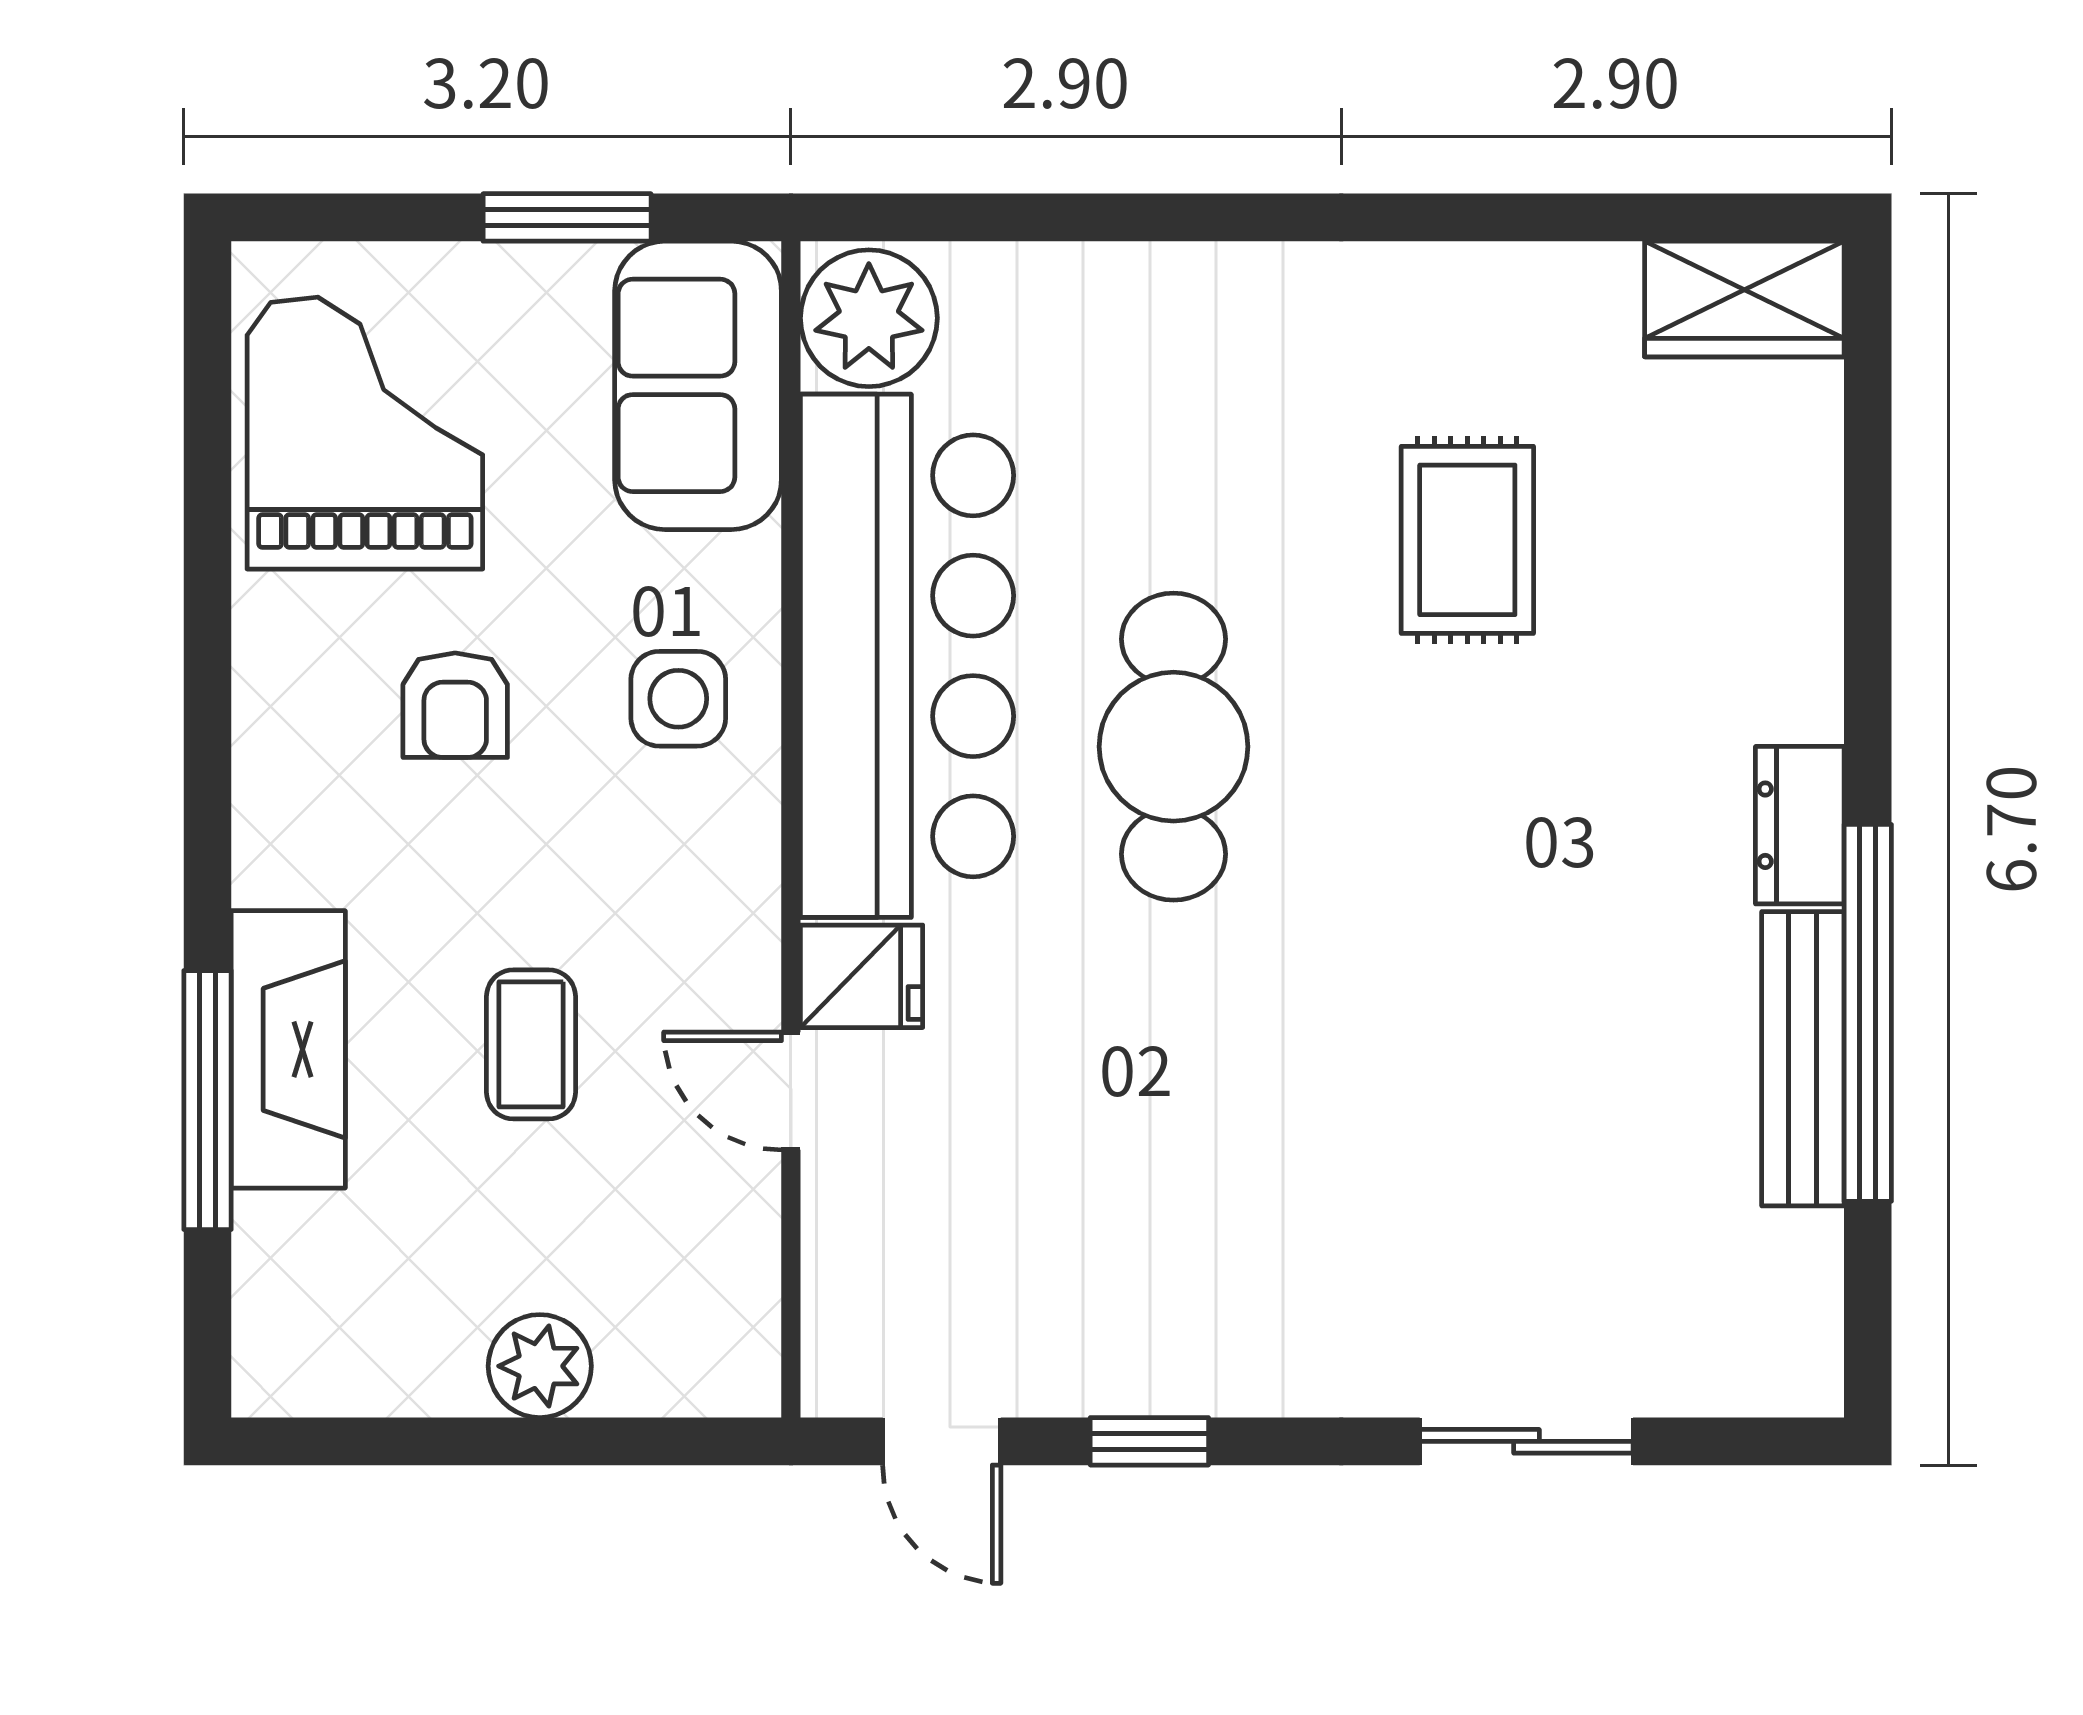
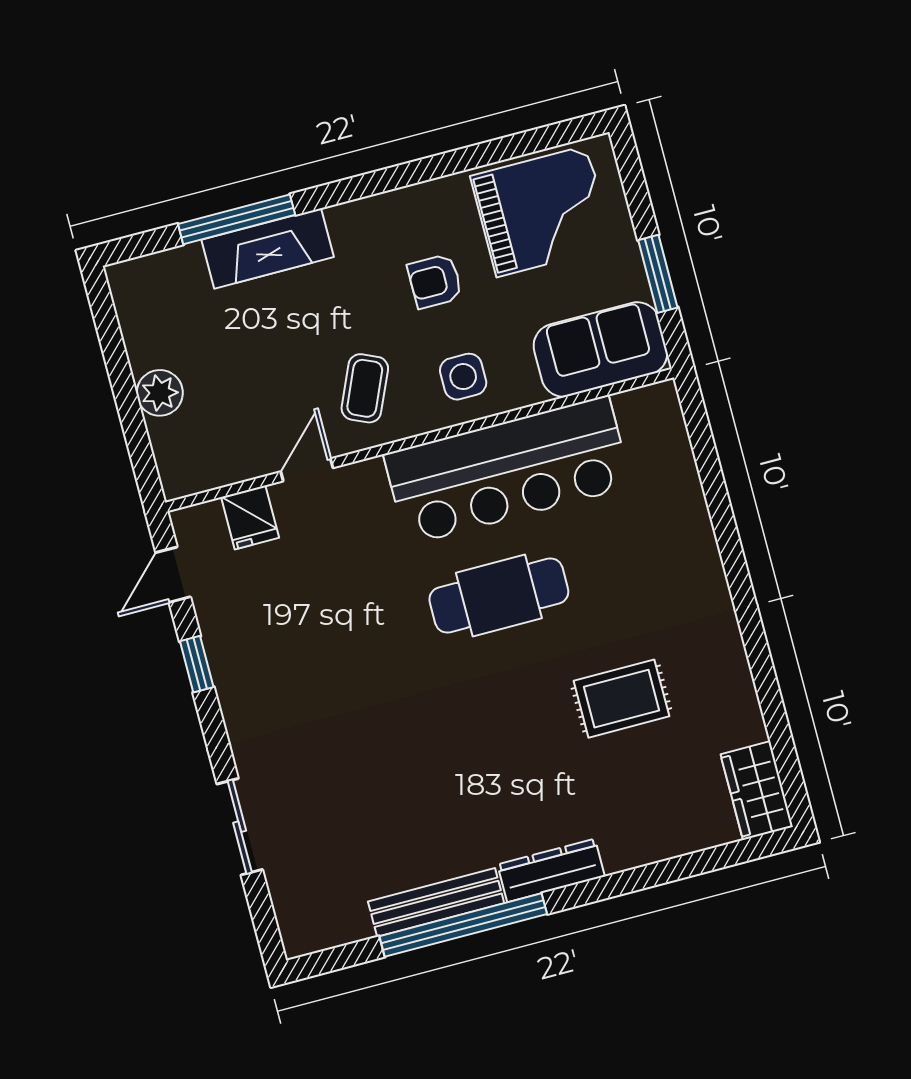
plant: (869, 318) -> (649, 415), removed
dresser: (1800, 825) -> (551, 870), width x1.44
fridge: (862, 976) -> (250, 517), moved
coffee table: (531, 1044) -> (365, 388), moved, turned -66

